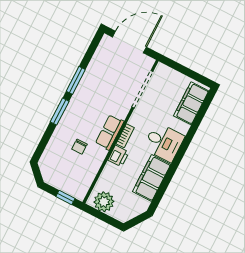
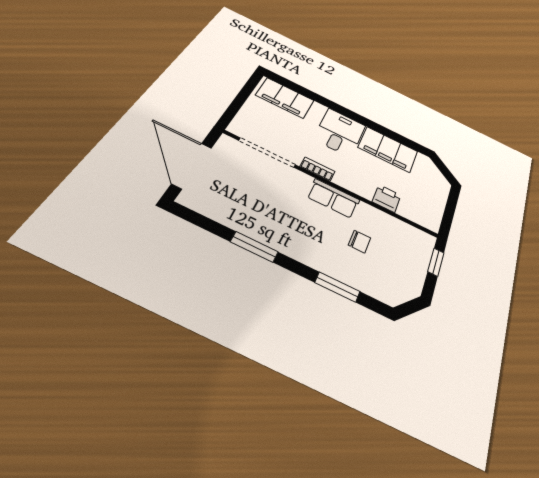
window: (60, 112) -> (337, 287), moved
bookcase: (125, 136) -> (317, 169), moved
printer: (118, 156) -> (387, 198), moved
plant: (104, 202) -> (430, 209), removed

